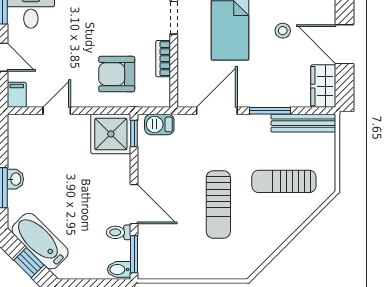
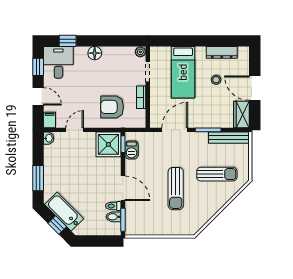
barbecue: (159, 124) -> (132, 150), moved, turned -90
washbasin: (15, 179) -> (49, 138), moved
sun lounger: (284, 181) -> (217, 174), turned 180
bidet: (119, 269) -> (114, 217), moved

